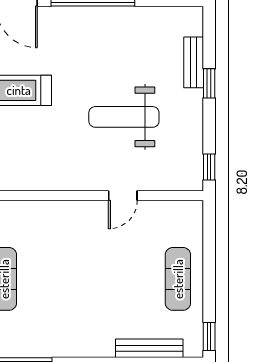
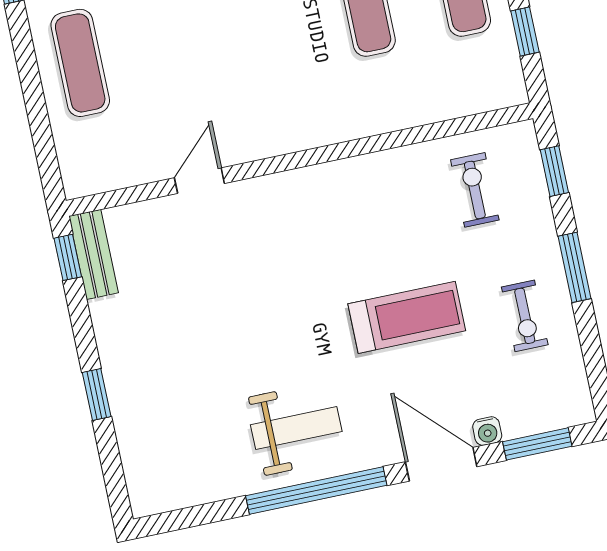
bench: (194, 62) -> (94, 254), moved
weight bench: (124, 117) -> (296, 428), moved, width x0.73, depth x0.75

